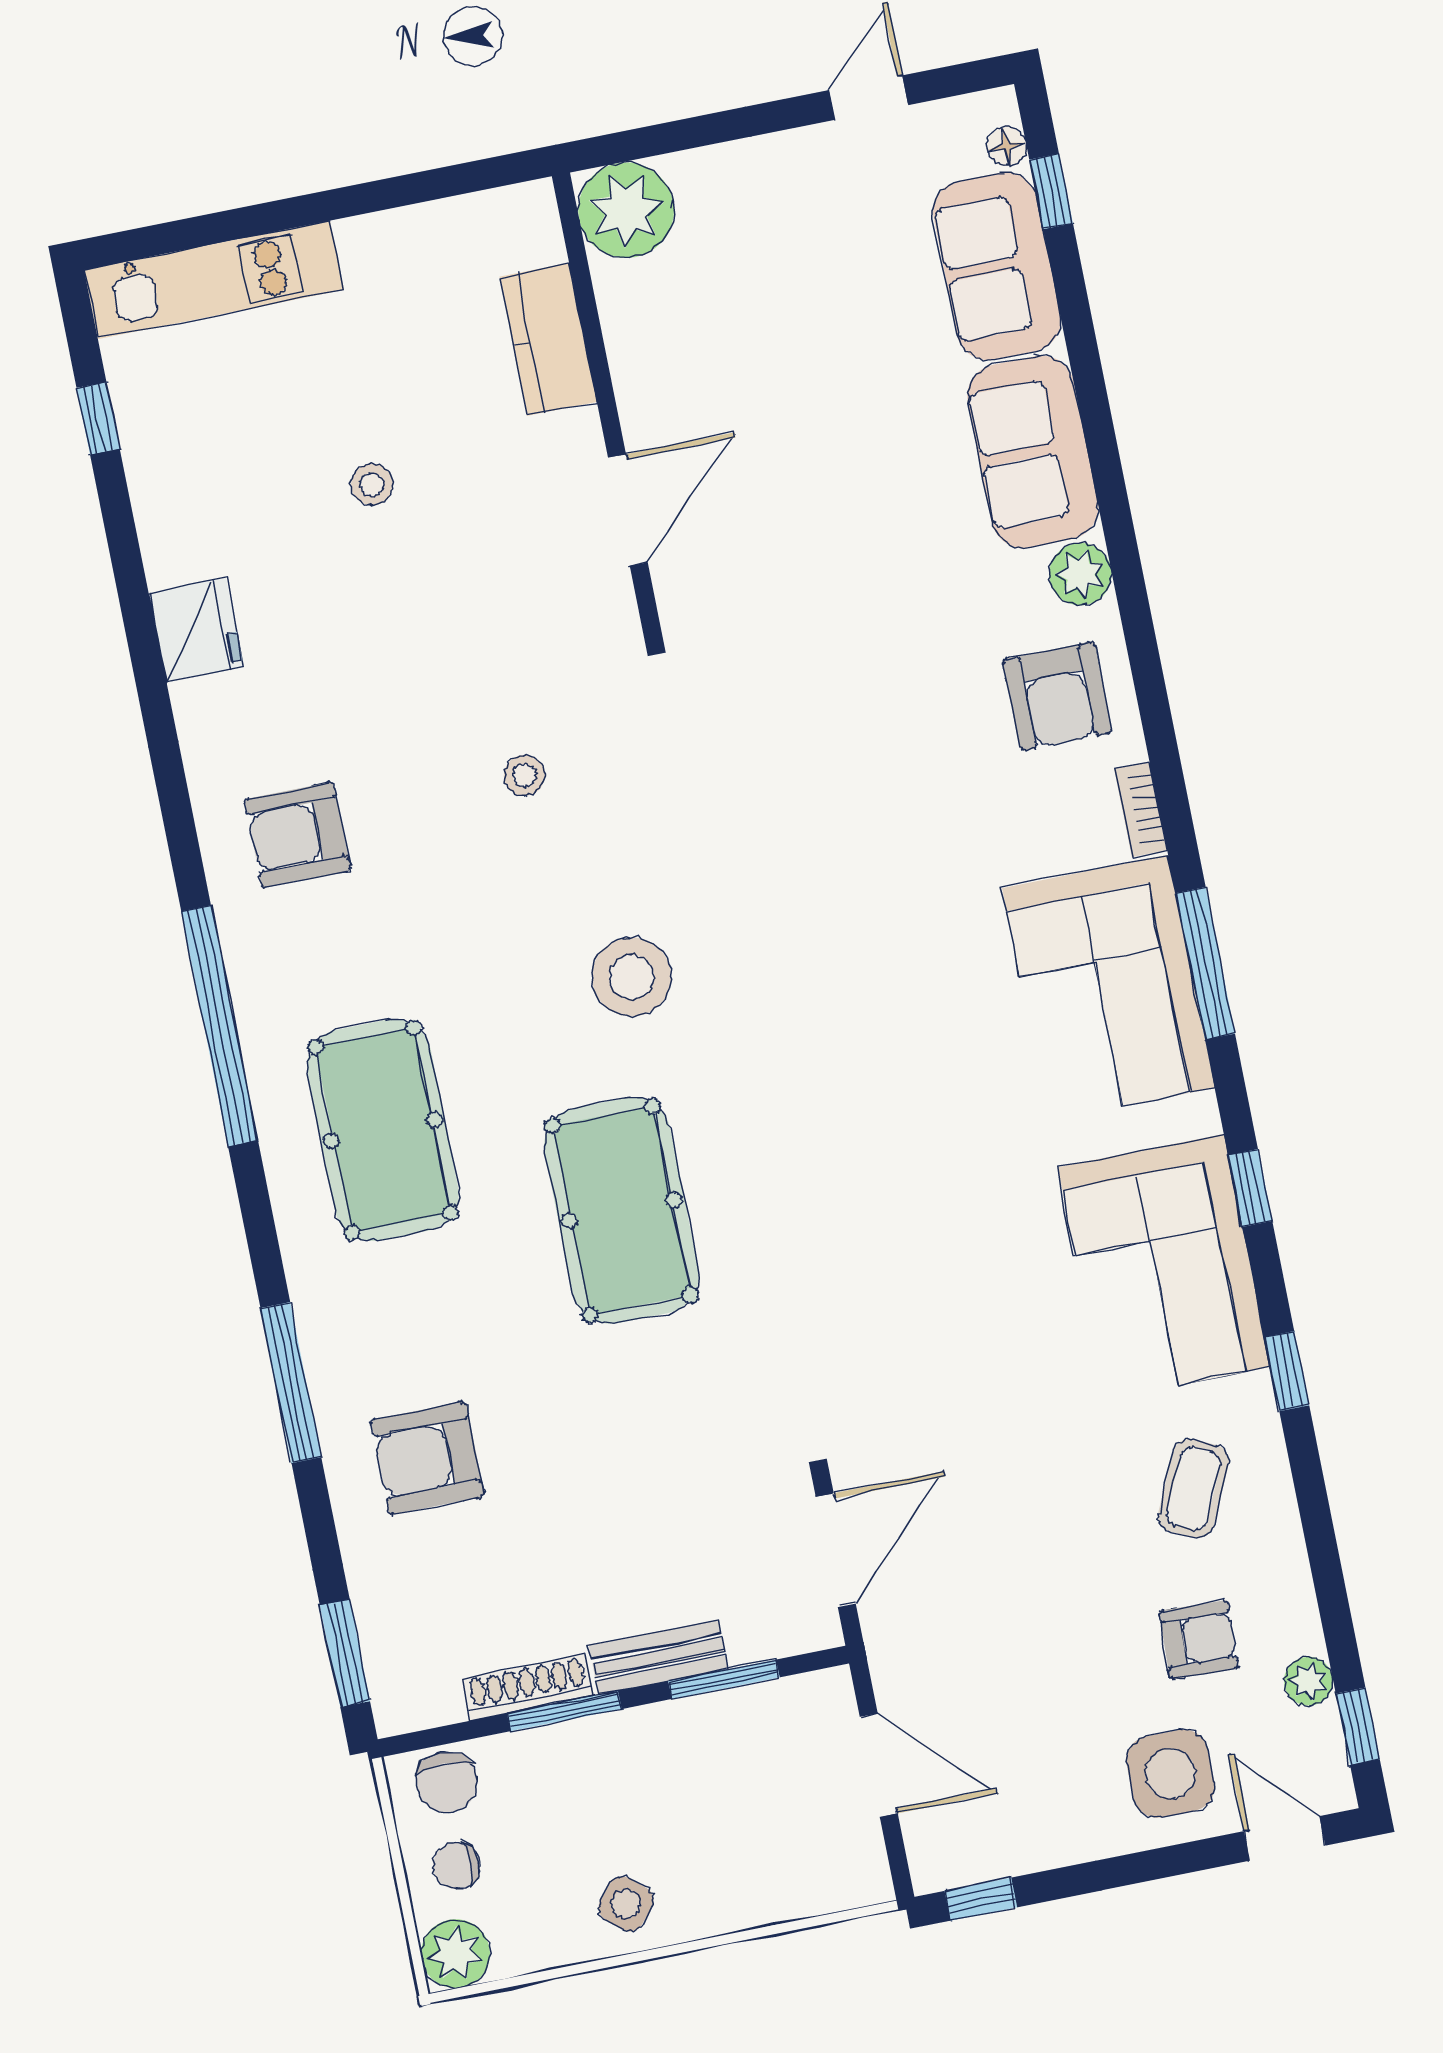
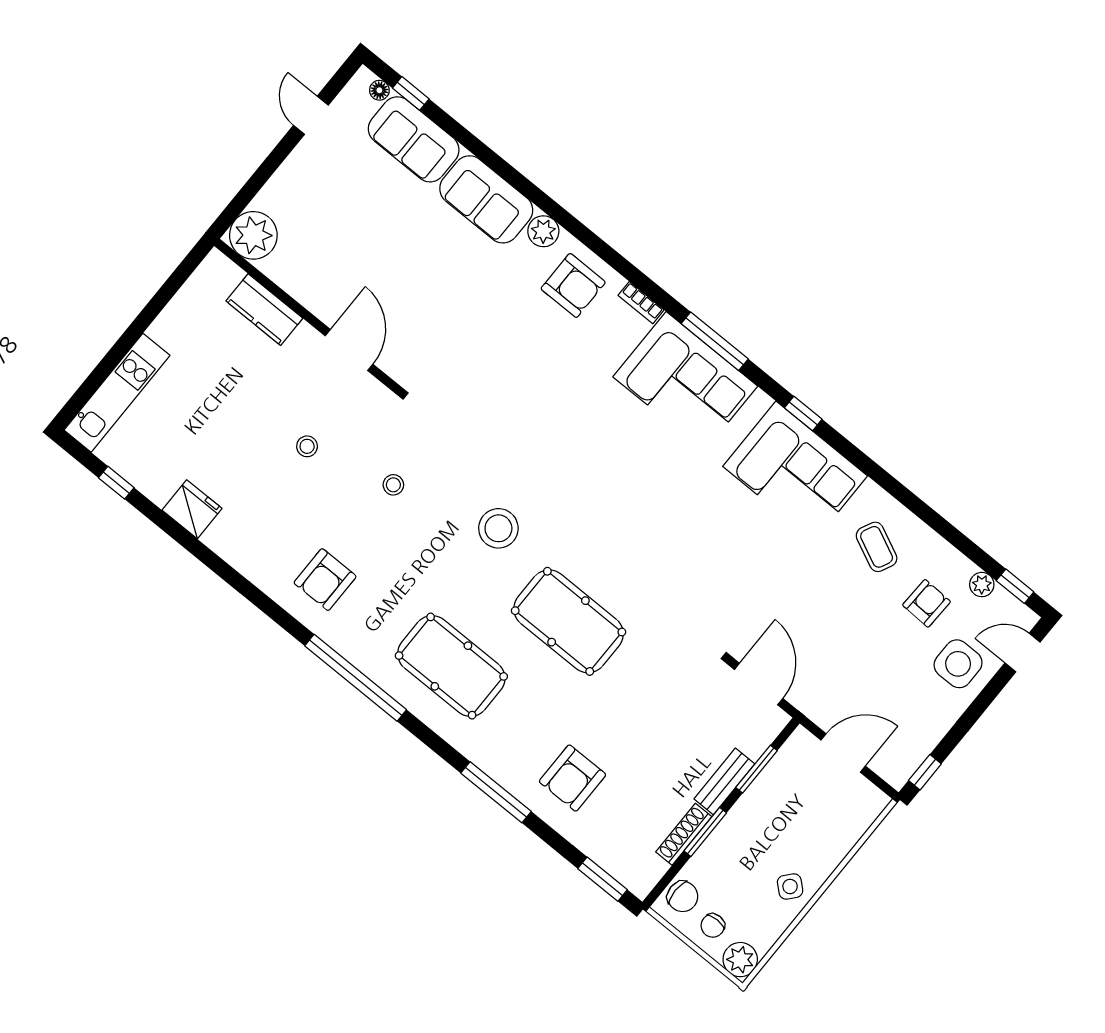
stool: (372, 484) -> (307, 446), moved
fridge: (196, 630) -> (192, 509), moved
window: (1287, 1371) -> (875, 472), removed

